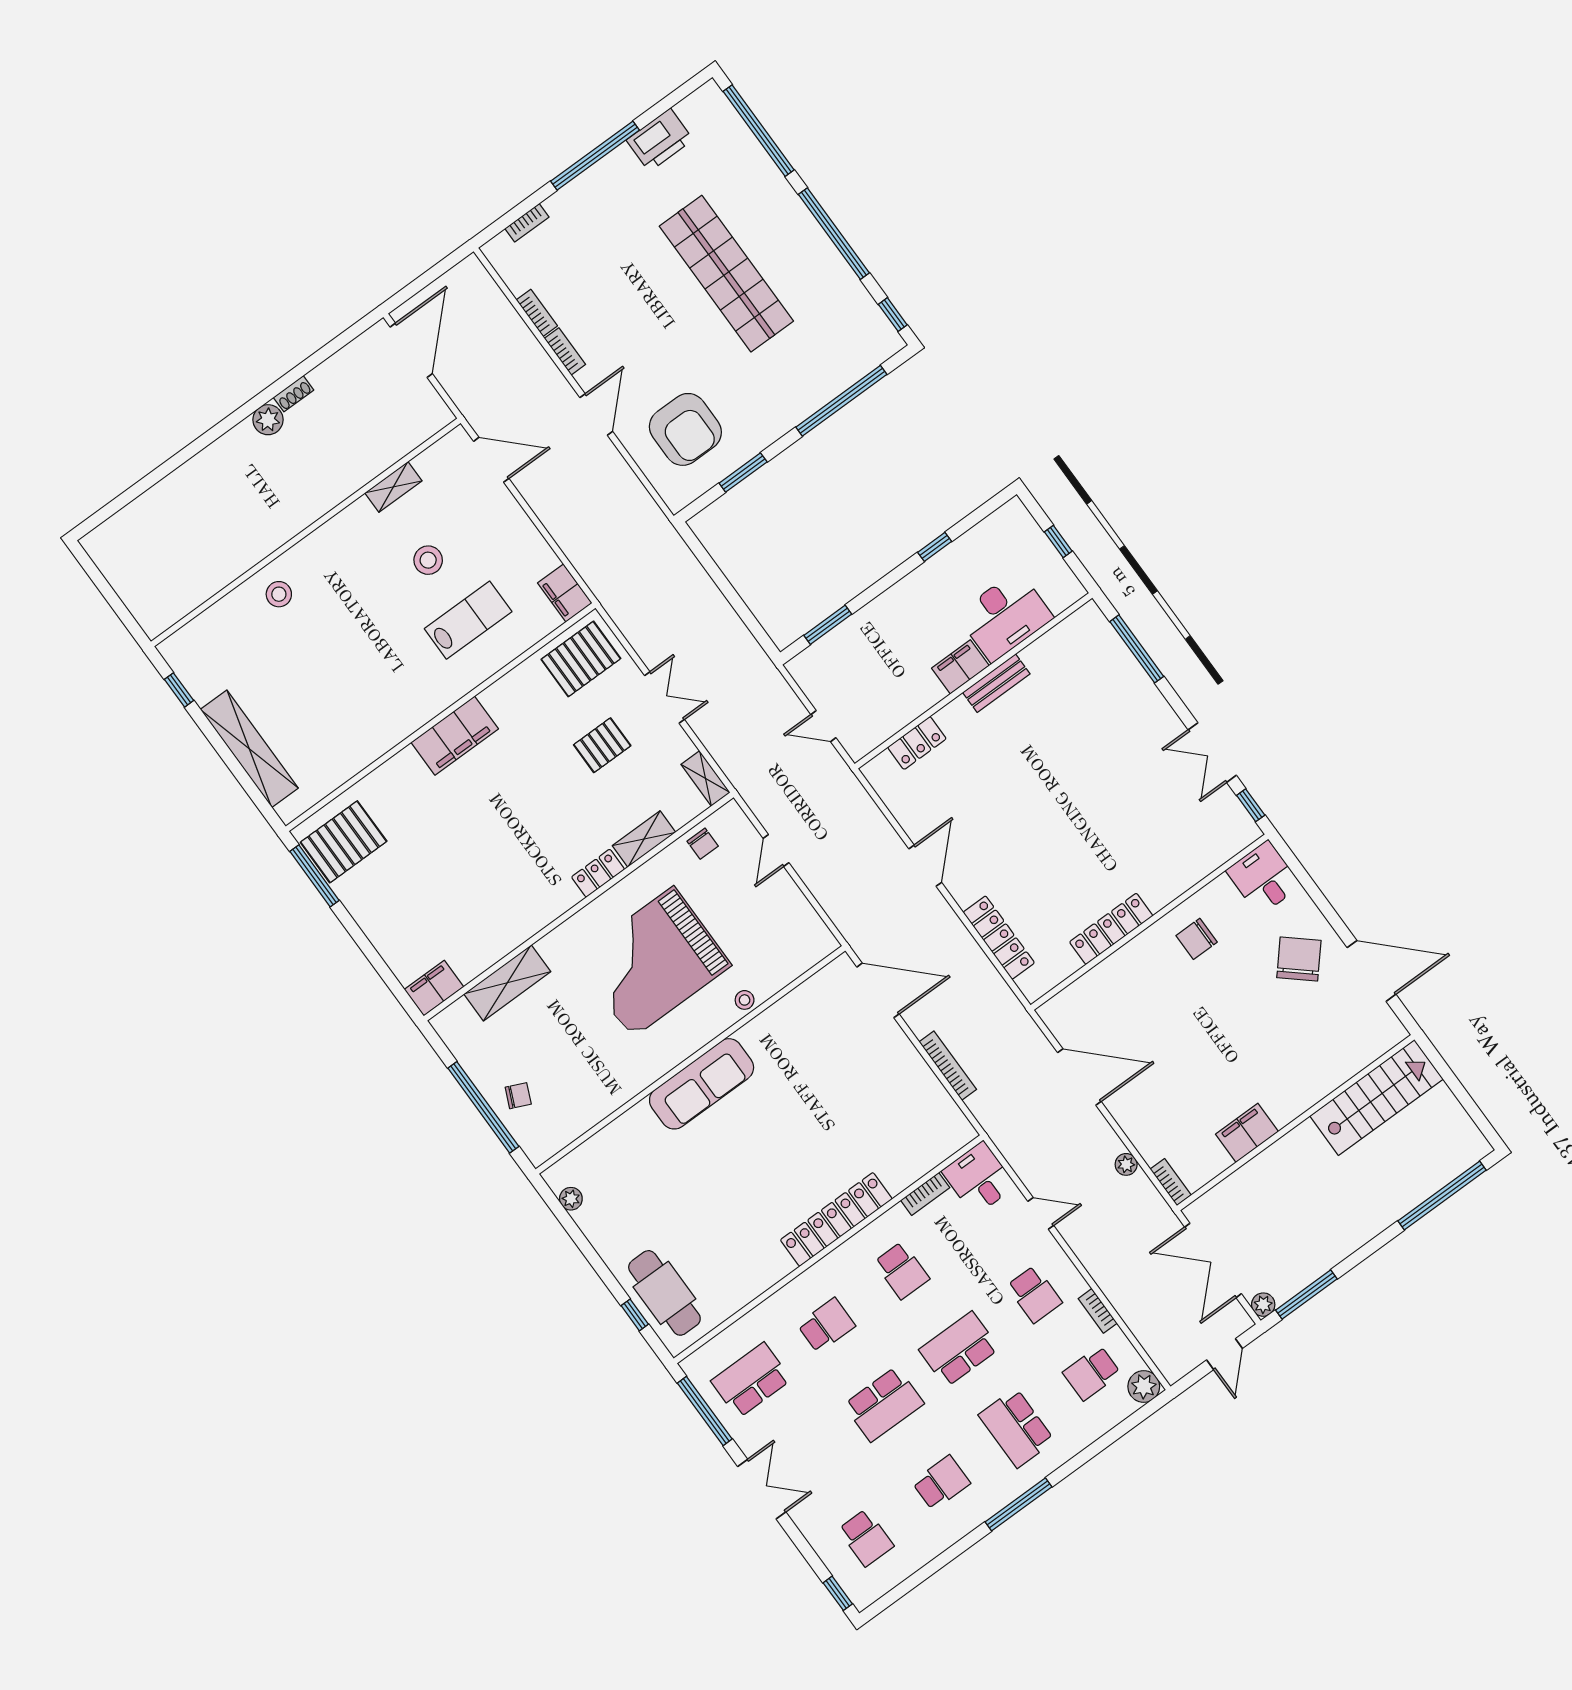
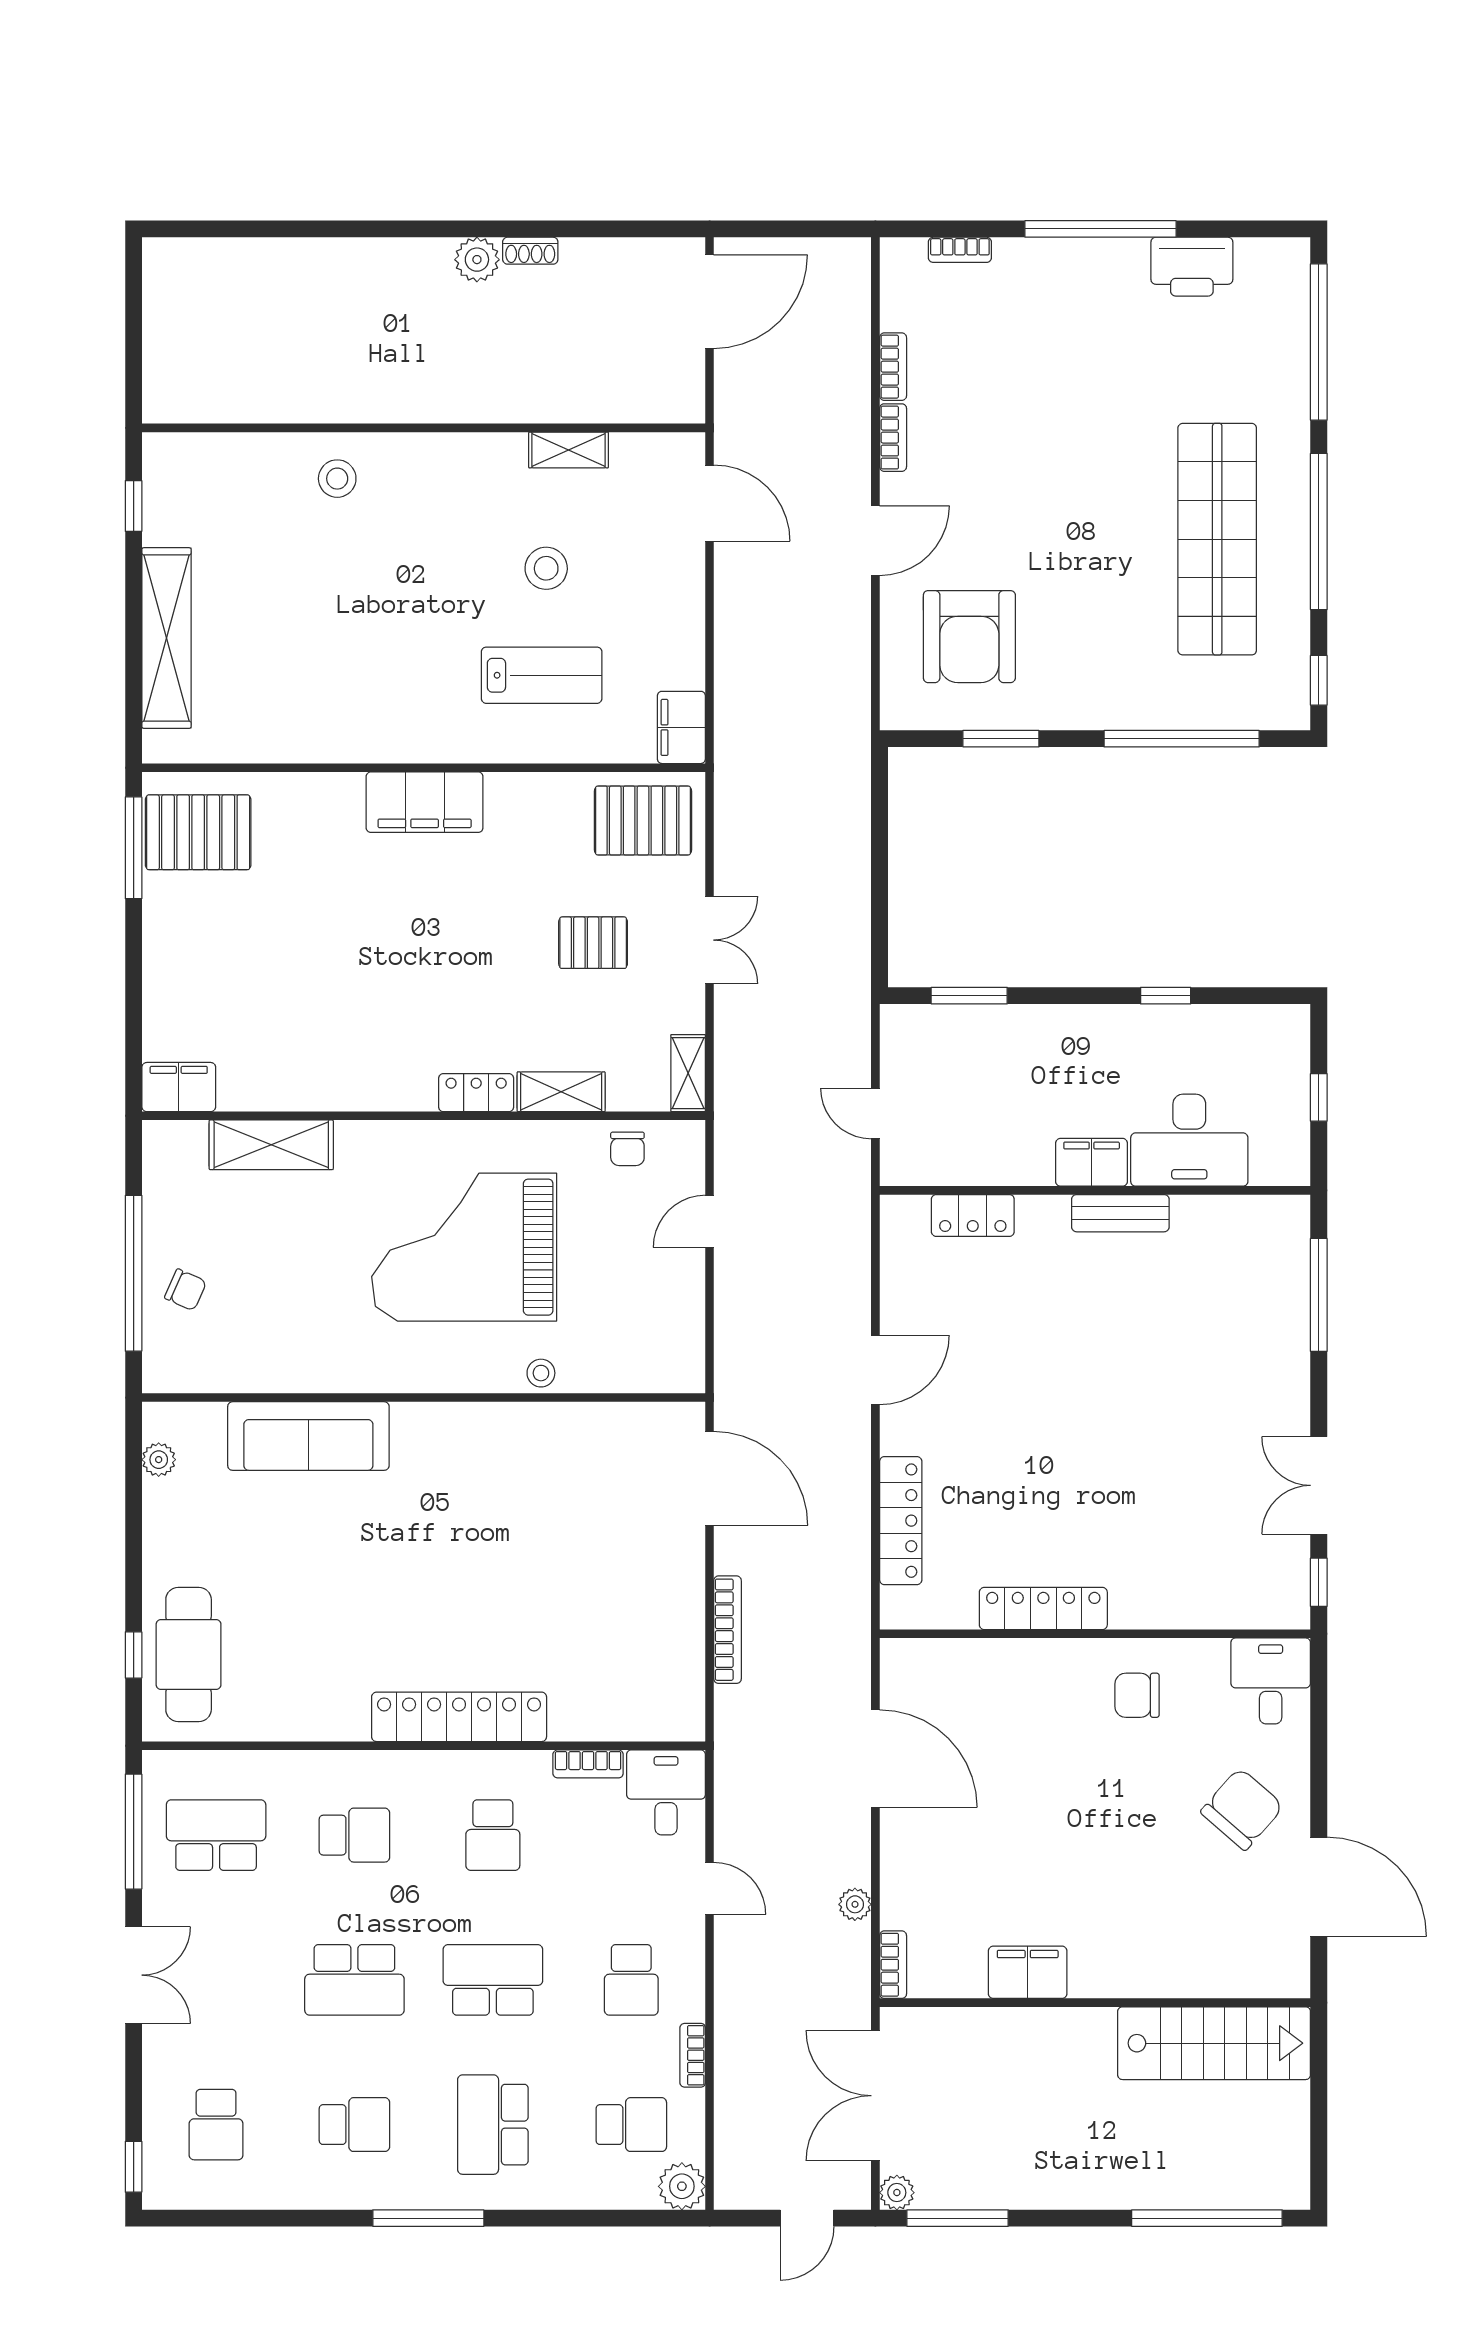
shop shelf: (726, 274) -> (1217, 539), moved
sofa: (702, 1084) -> (308, 1436), moved
school desk: (1092, 1373) -> (631, 2125), turned 180

